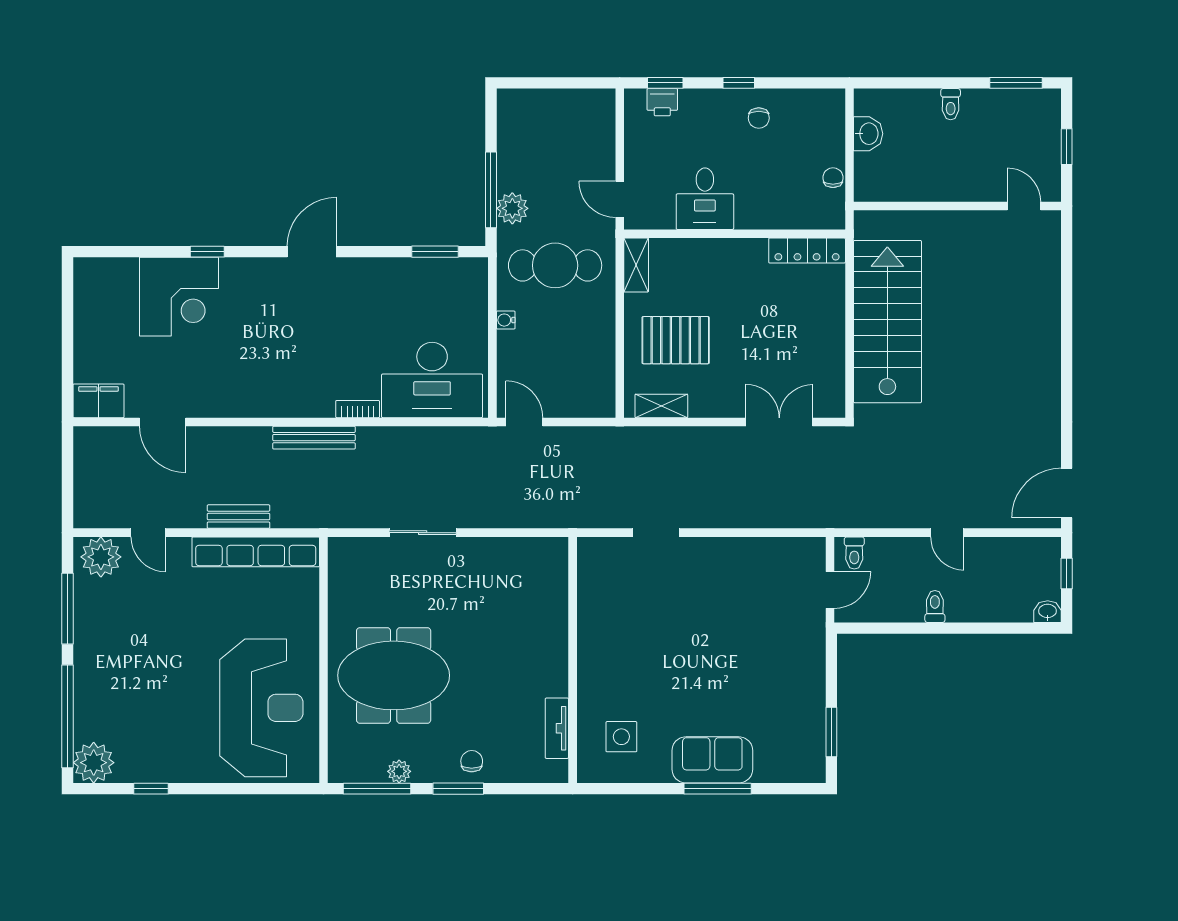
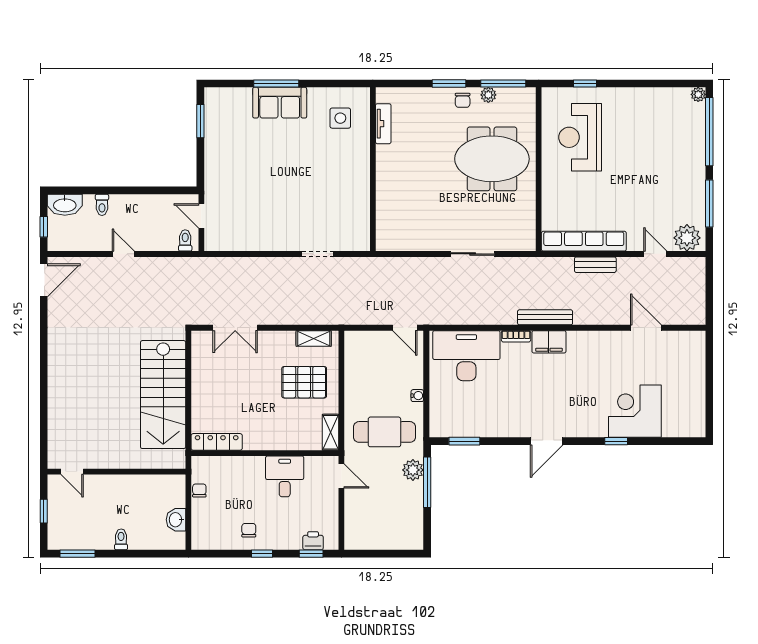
chair: (833, 178) -> (199, 490), turned 180
filing cabinet: (98, 401) -> (549, 342), moved
door: (830, 590) -> (201, 216), hinge flipped
toilet: (935, 606) -> (102, 205), moved
washbasin: (1048, 612) -> (65, 205), width x1.91, depth x1.45
reception desk: (261, 708) -> (580, 137), width x0.74, depth x0.77
chair: (472, 761) -> (463, 100), moved
plant: (94, 763) -> (698, 94), width x0.53, depth x0.53
window: (151, 789) -> (585, 83), moved

